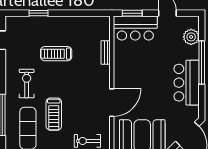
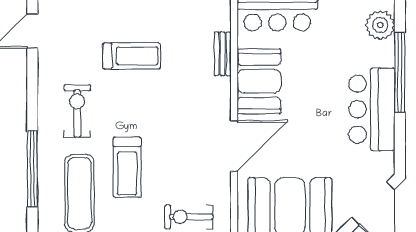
treadmill: (56, 54) -> (132, 56), turned 180
booth: (125, 67) -> (259, 81), added

